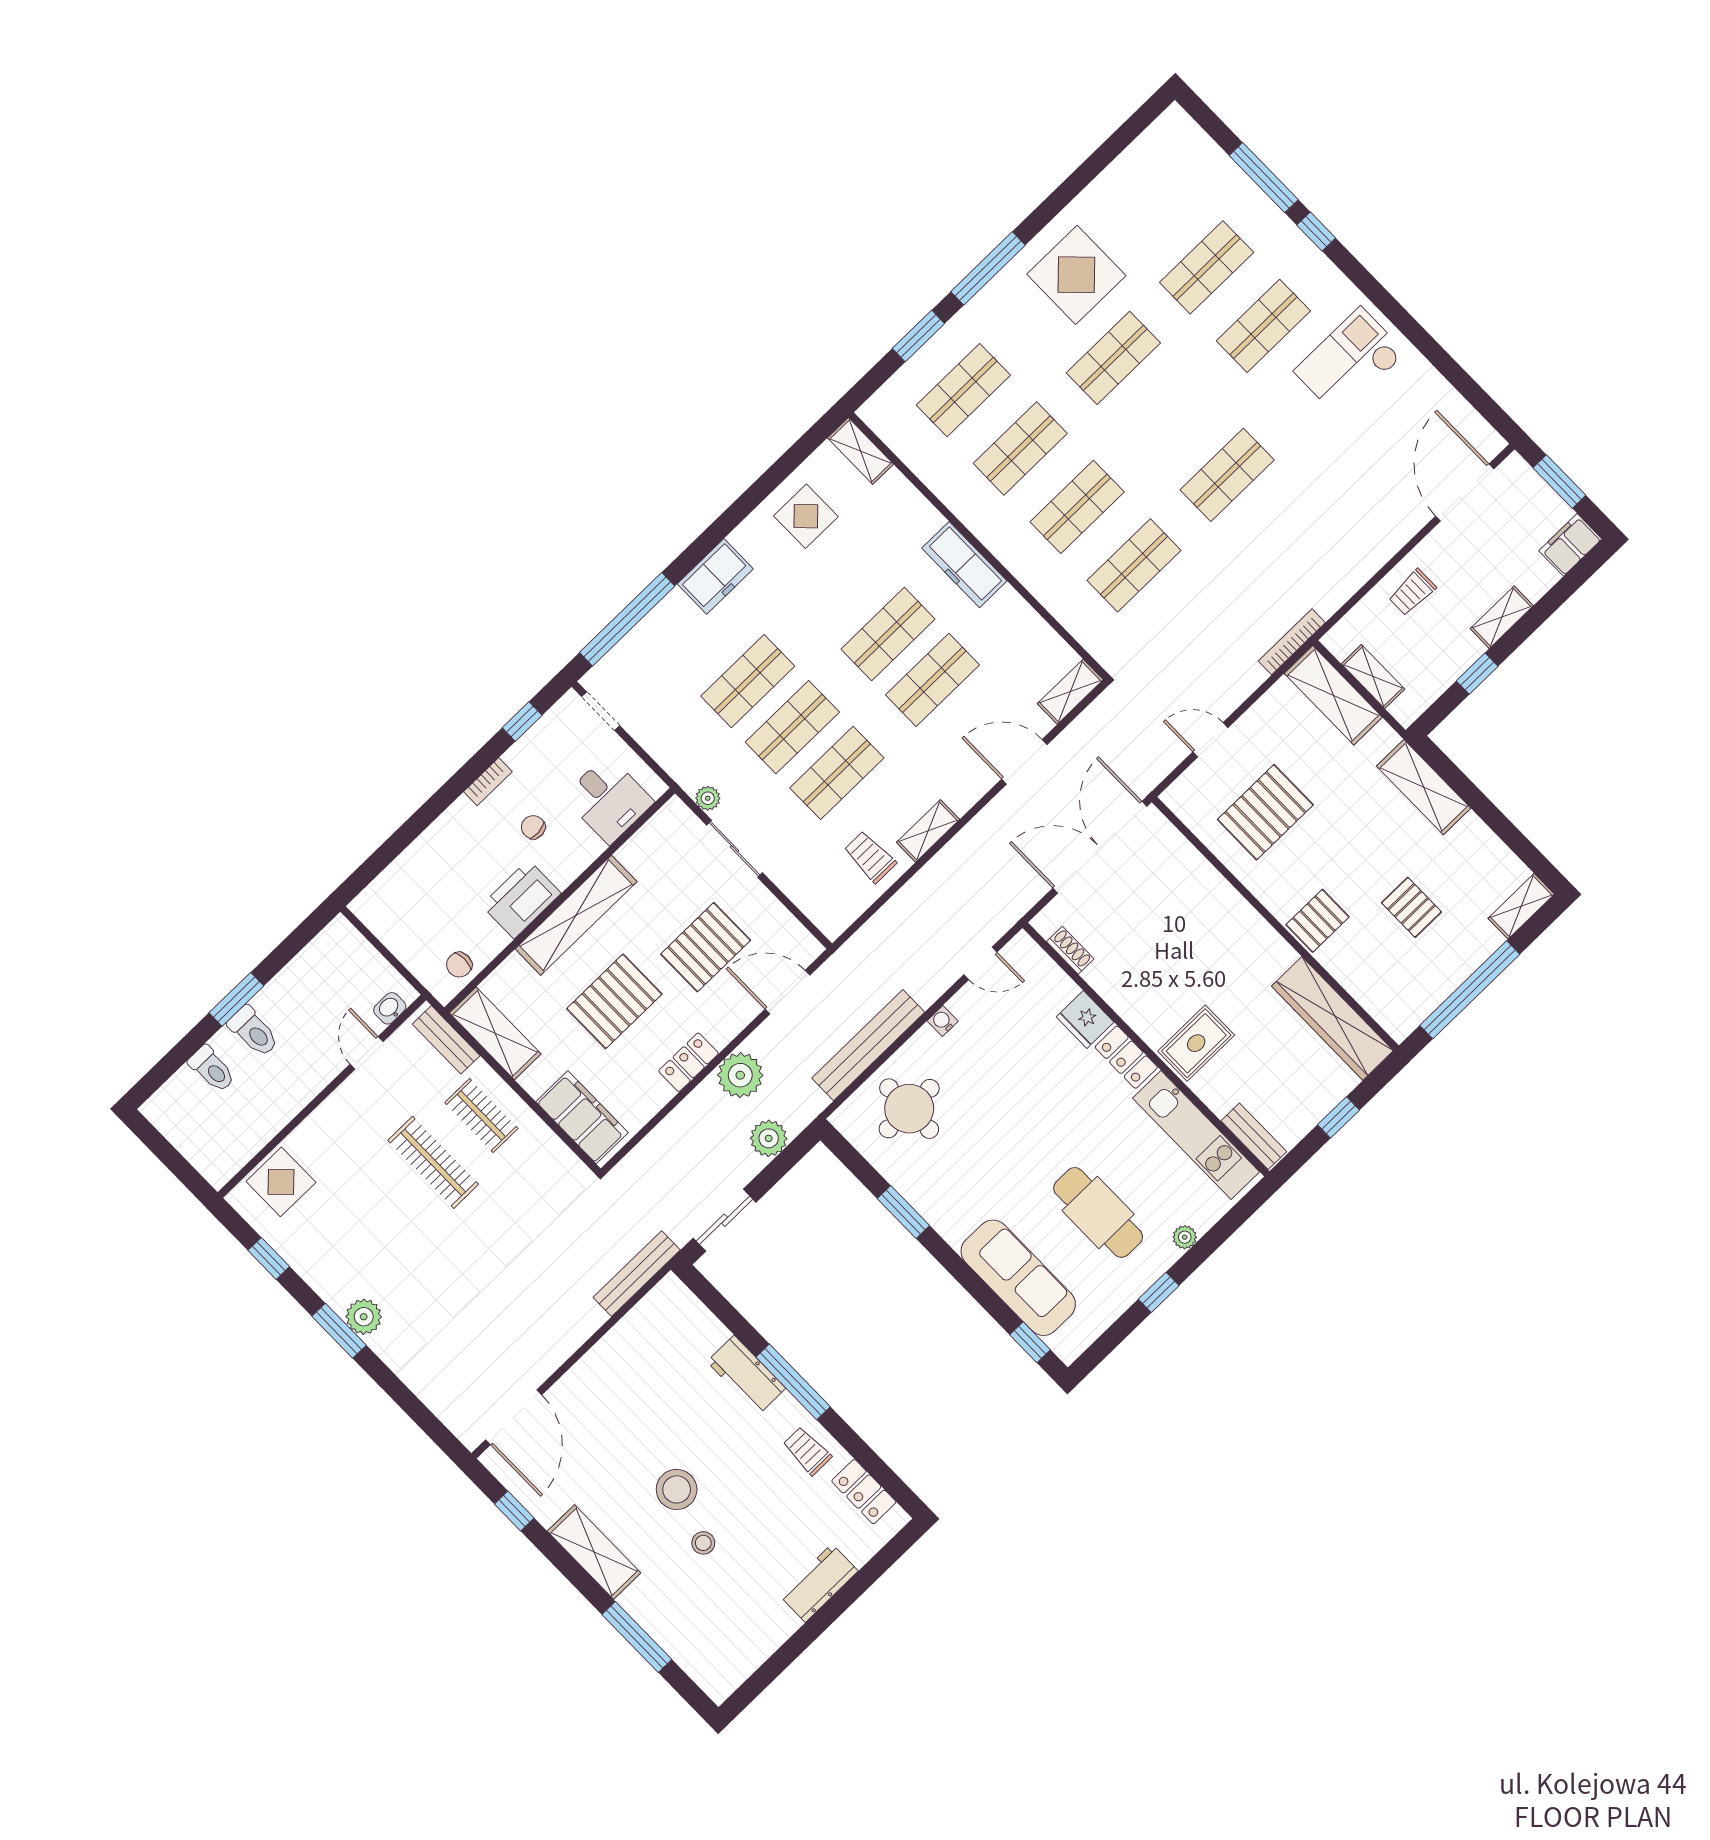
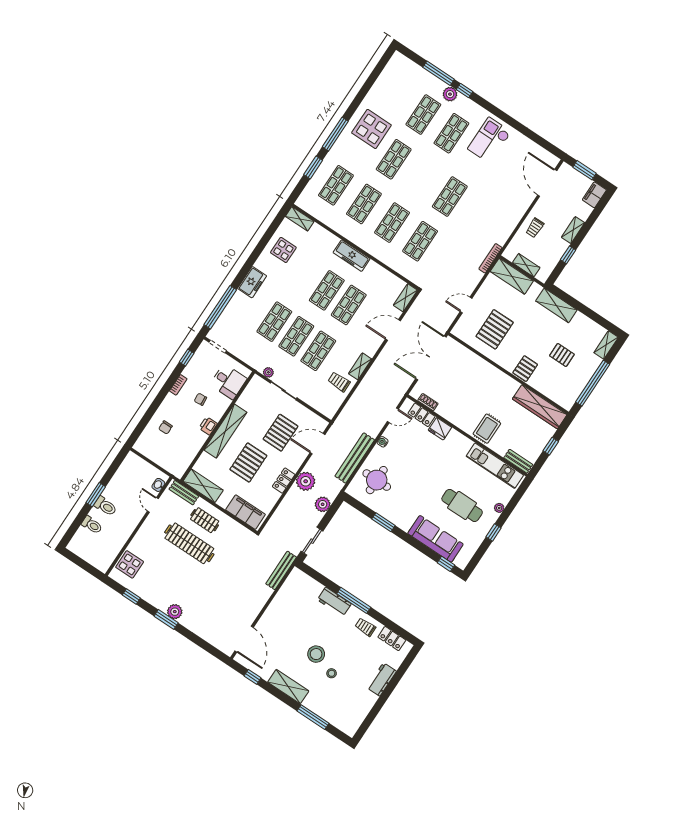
plant: (1280, 233) -> (450, 94), added
printer: (521, 899) -> (208, 426), width x0.53, depth x0.68
chair: (459, 965) -> (165, 427), moved
locker: (1126, 1057) -> (422, 415), moved
clothes rail: (433, 1162) -> (189, 543), width x1.37, depth x1.31

